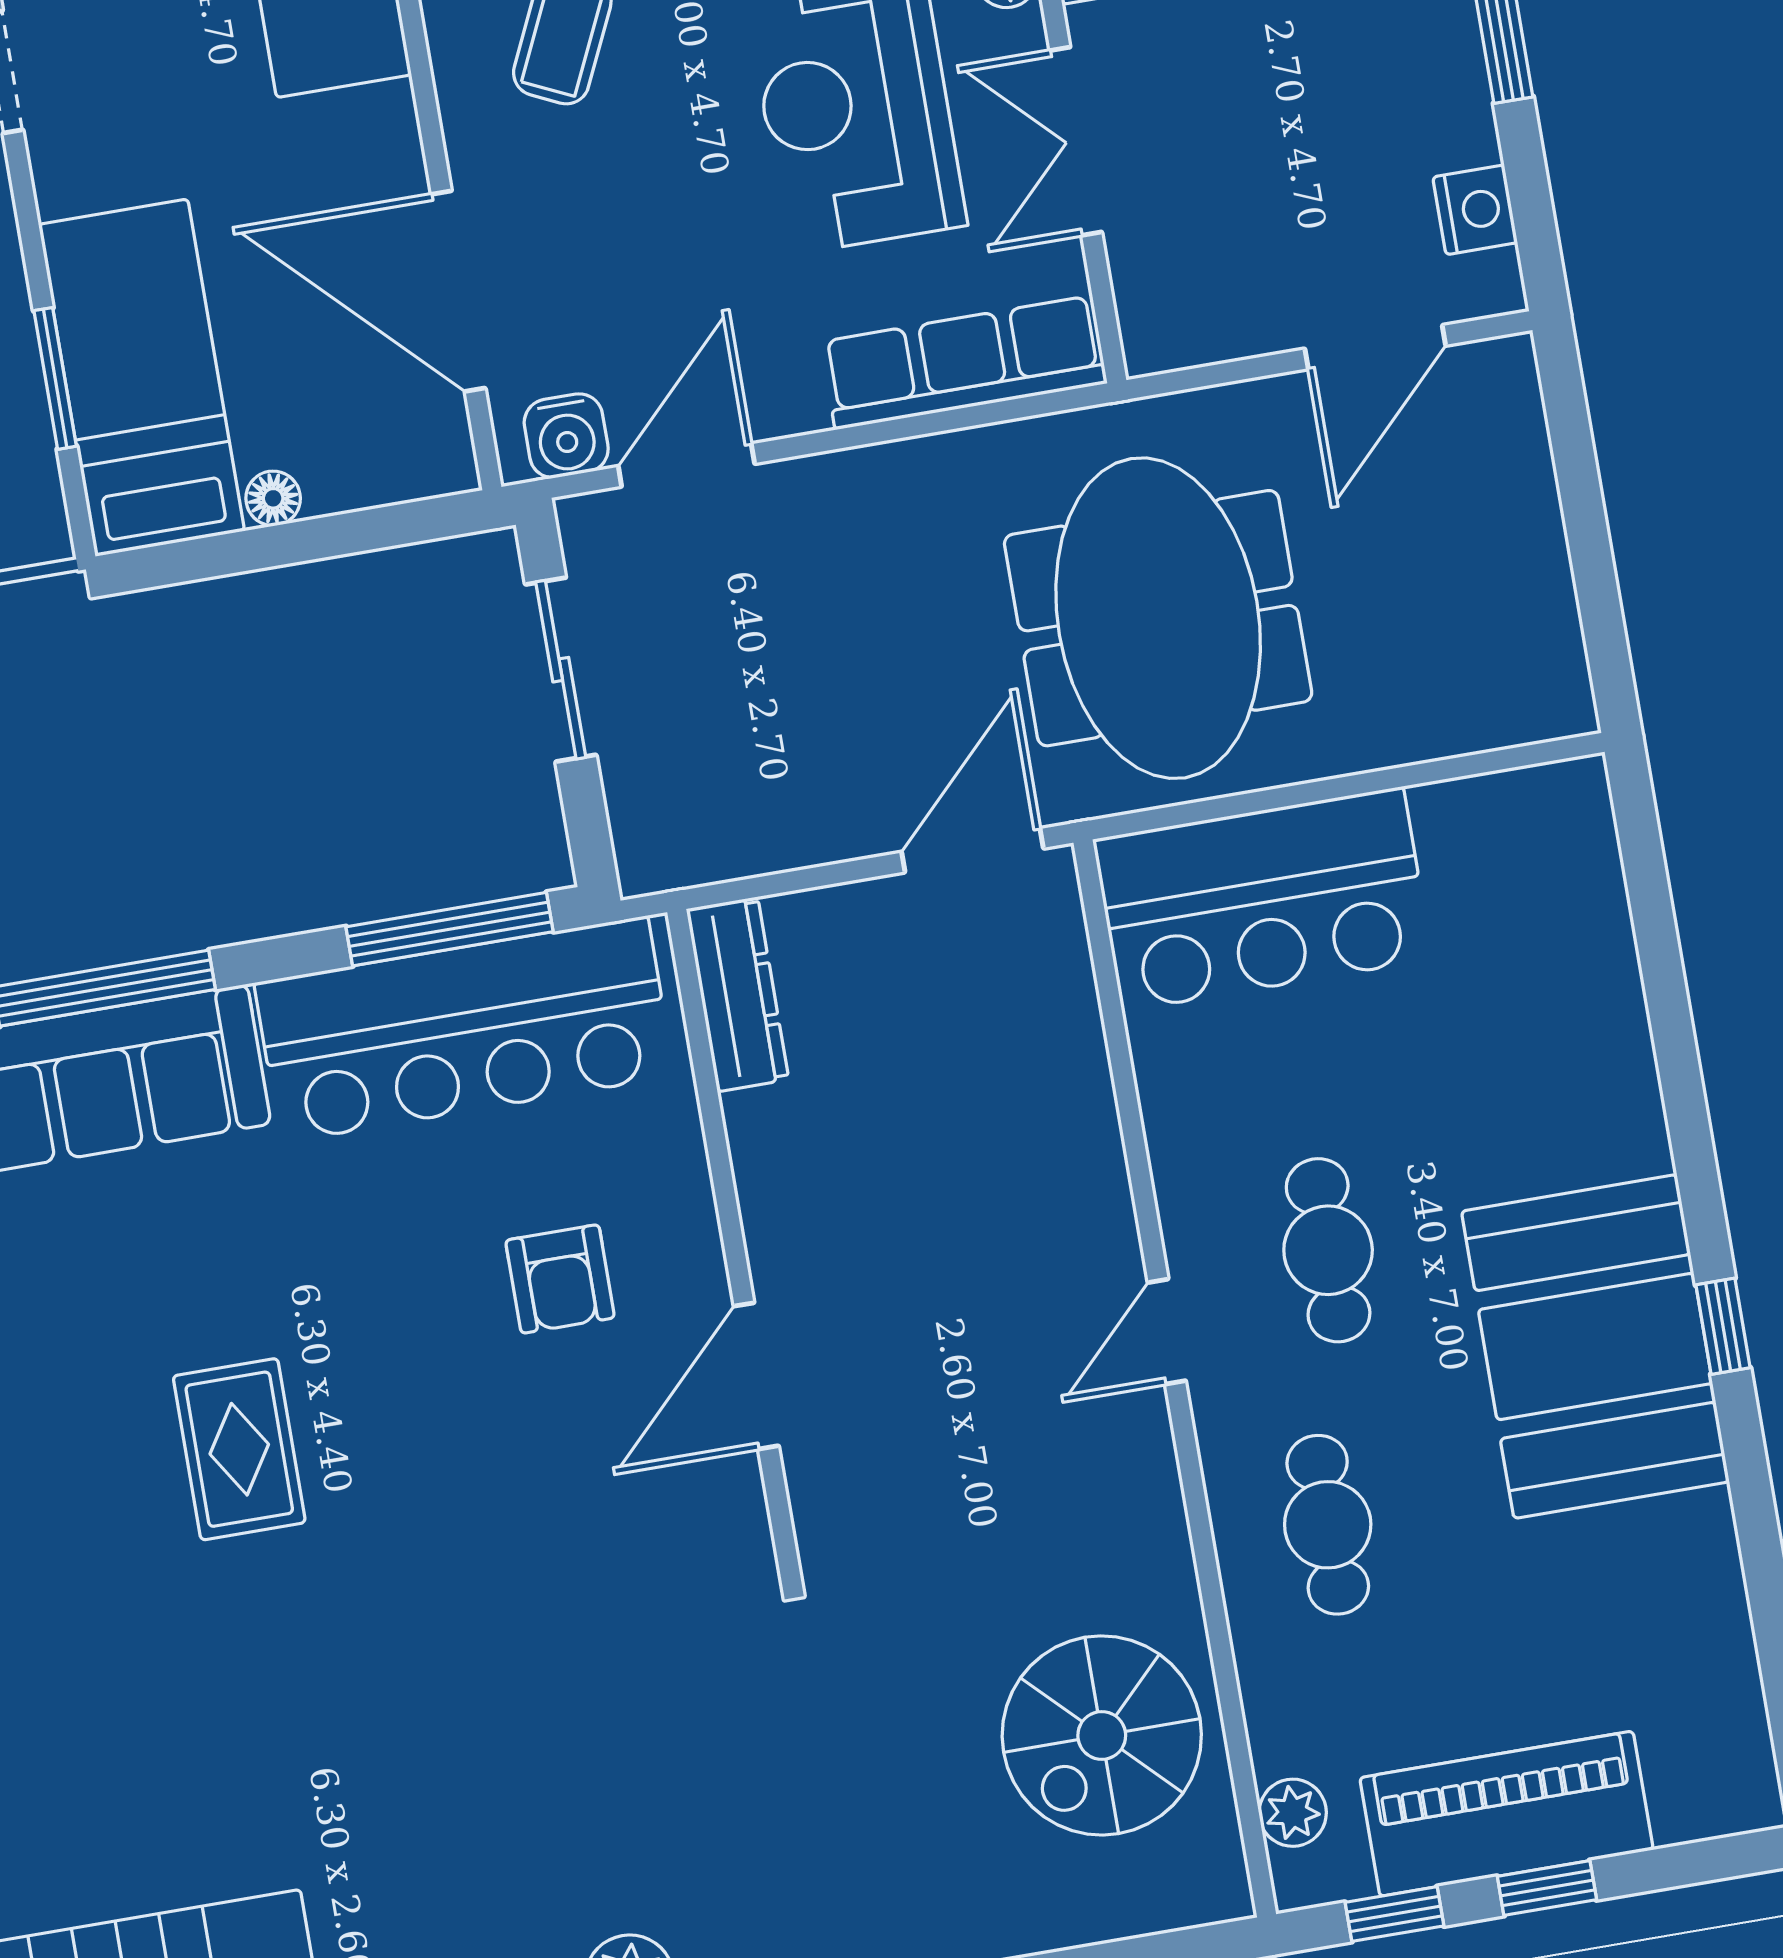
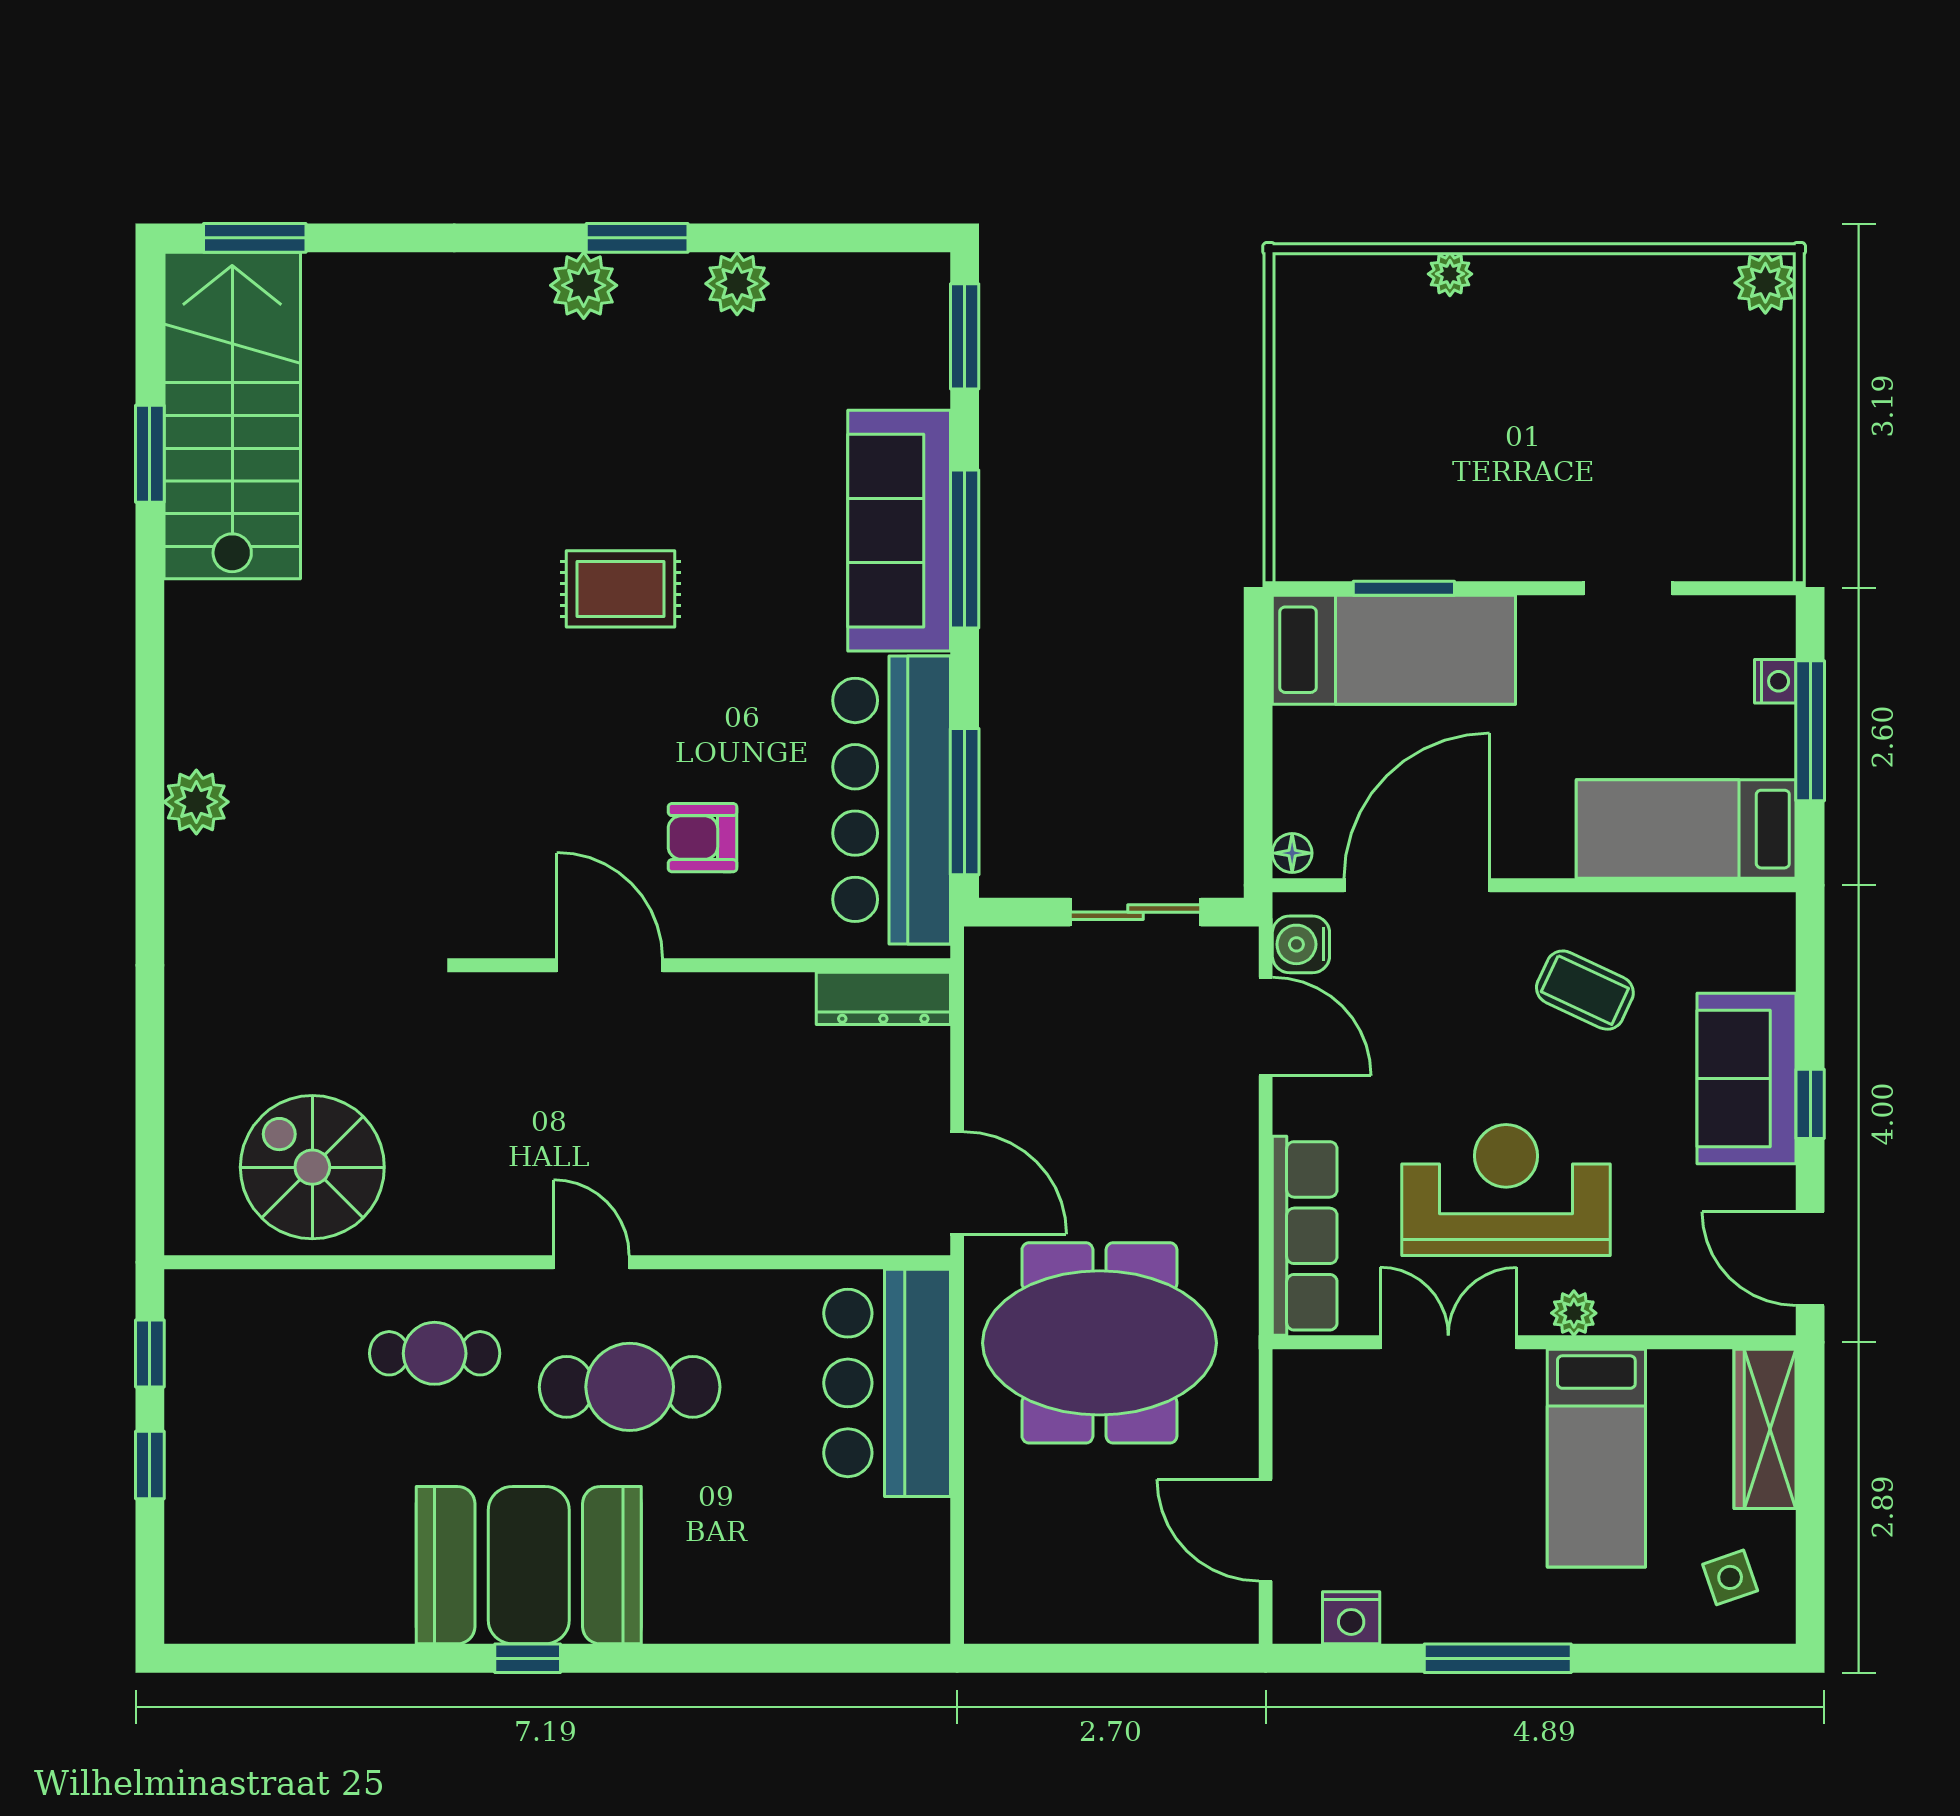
floor lamp: (273, 498) -> (1292, 853), moved
cafe table: (1328, 1250) -> (630, 1387), width x1.37, depth x1.35
plant: (1293, 1813) -> (234, 1293), removed
piano: (1506, 1814) -> (208, 1445), removed

